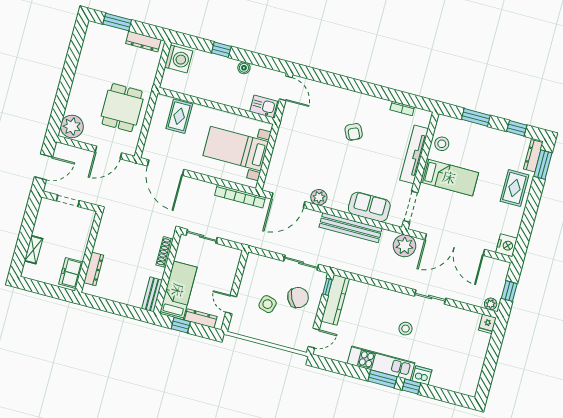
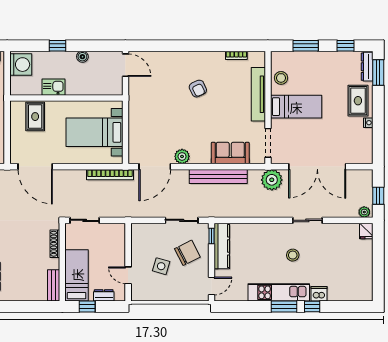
kitchen sink: (264, 106) -> (53, 87), moved
nightstand: (507, 245) -> (368, 123), moved, width x0.53, depth x0.56
dresser: (201, 318) -> (104, 295), width x0.70

